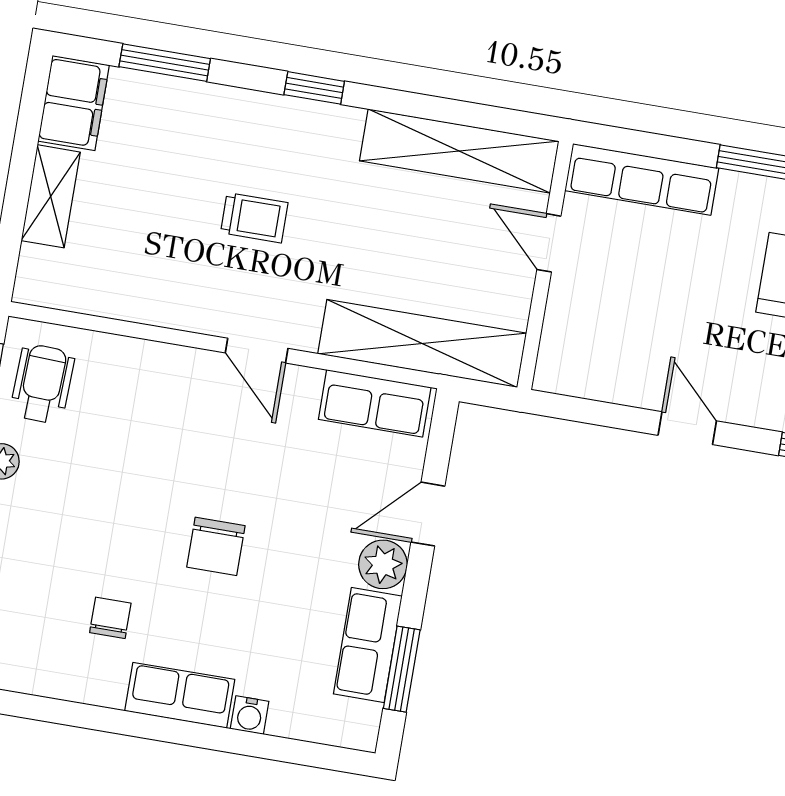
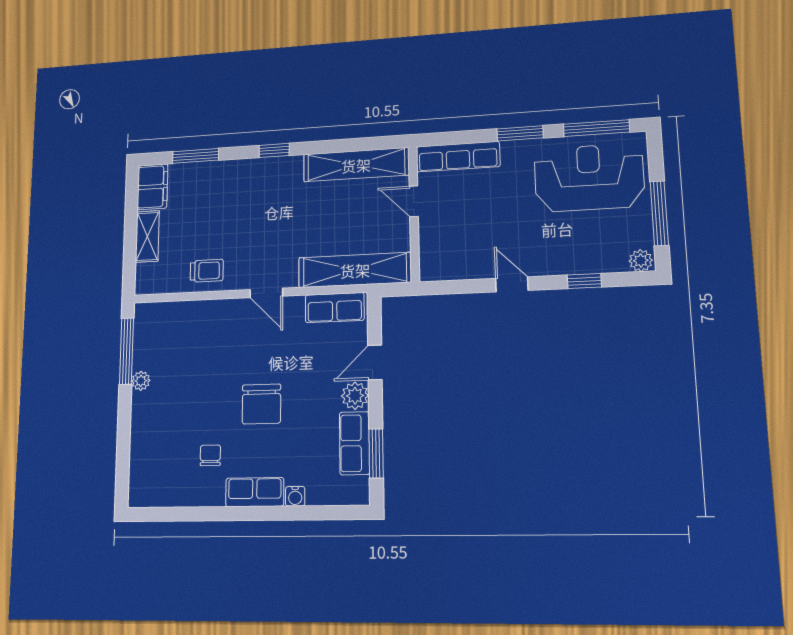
trolley: (254, 218) -> (207, 271), moved
wheelchair: (42, 384) -> (156, 335), removed
chair: (216, 546) -> (261, 404), width x1.37, depth x1.37

